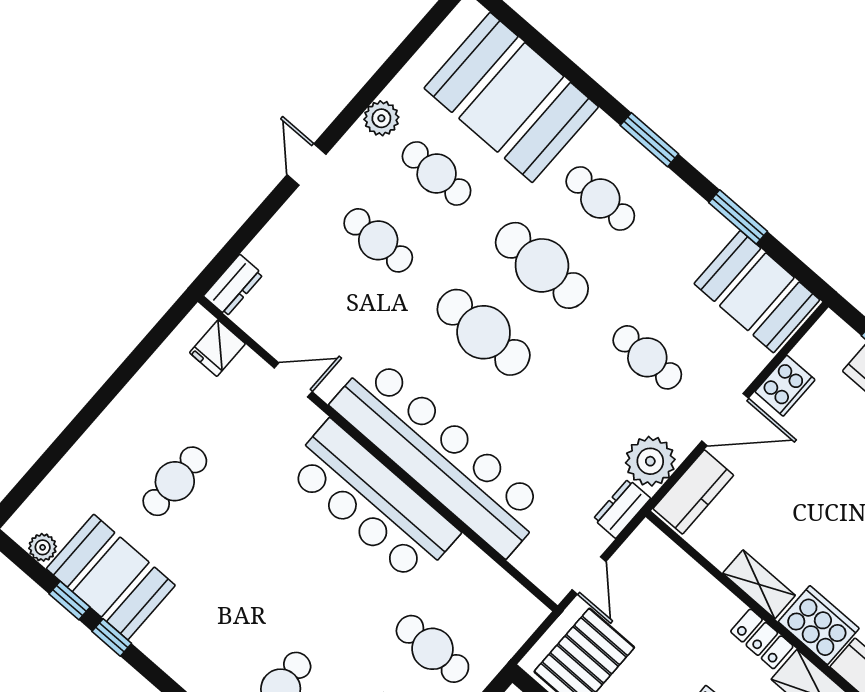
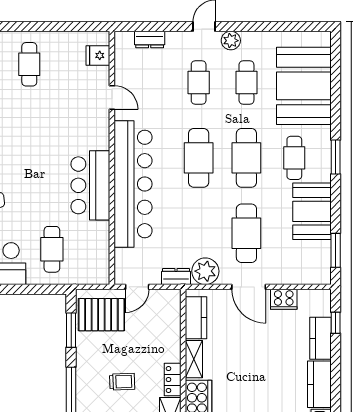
plant: (381, 118) -> (231, 41), moved
window: (738, 217) -> (336, 250), moved
dresser: (233, 285) -> (150, 40), moved
booth: (757, 292) -> (312, 211), moved
cafe table: (647, 357) -> (246, 233), width x1.37, depth x1.35
cafe table: (175, 481) -> (29, 64), moved, turned 90
kitchen counter: (693, 492) -> (196, 318), moved, turned -90
bar counter: (372, 502) -> (90, 185), width x0.73

